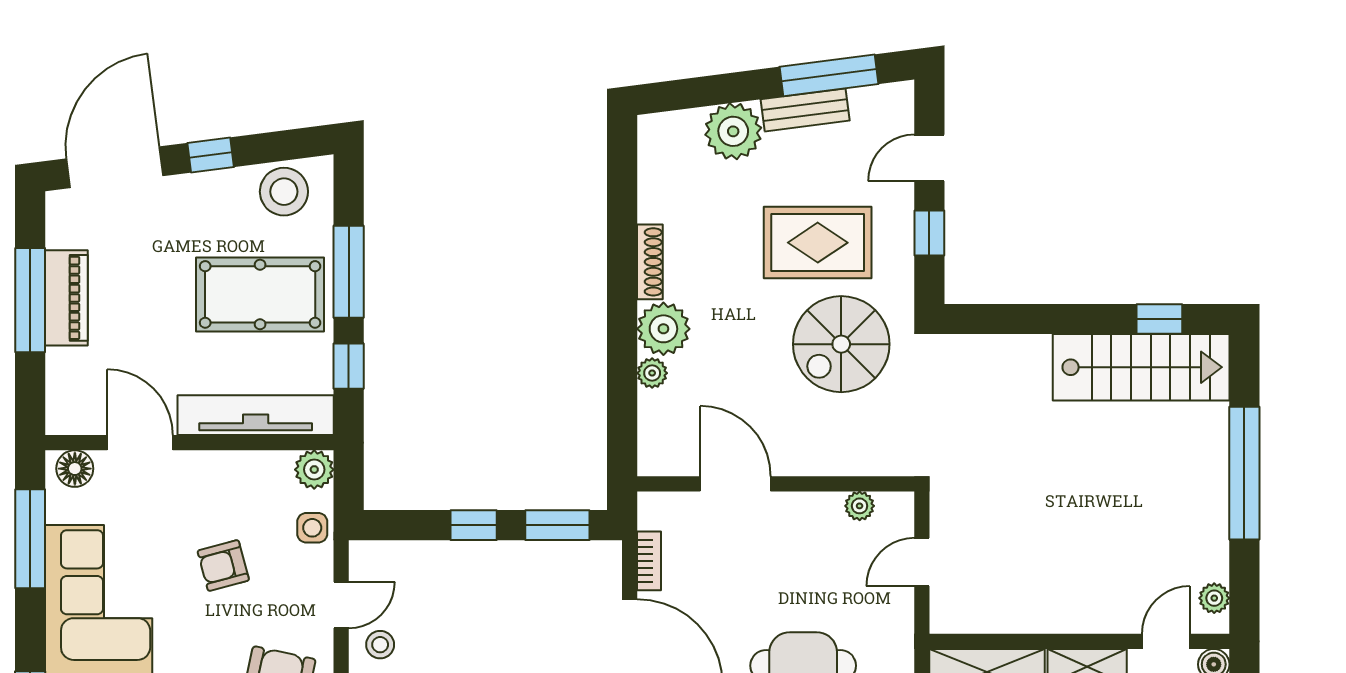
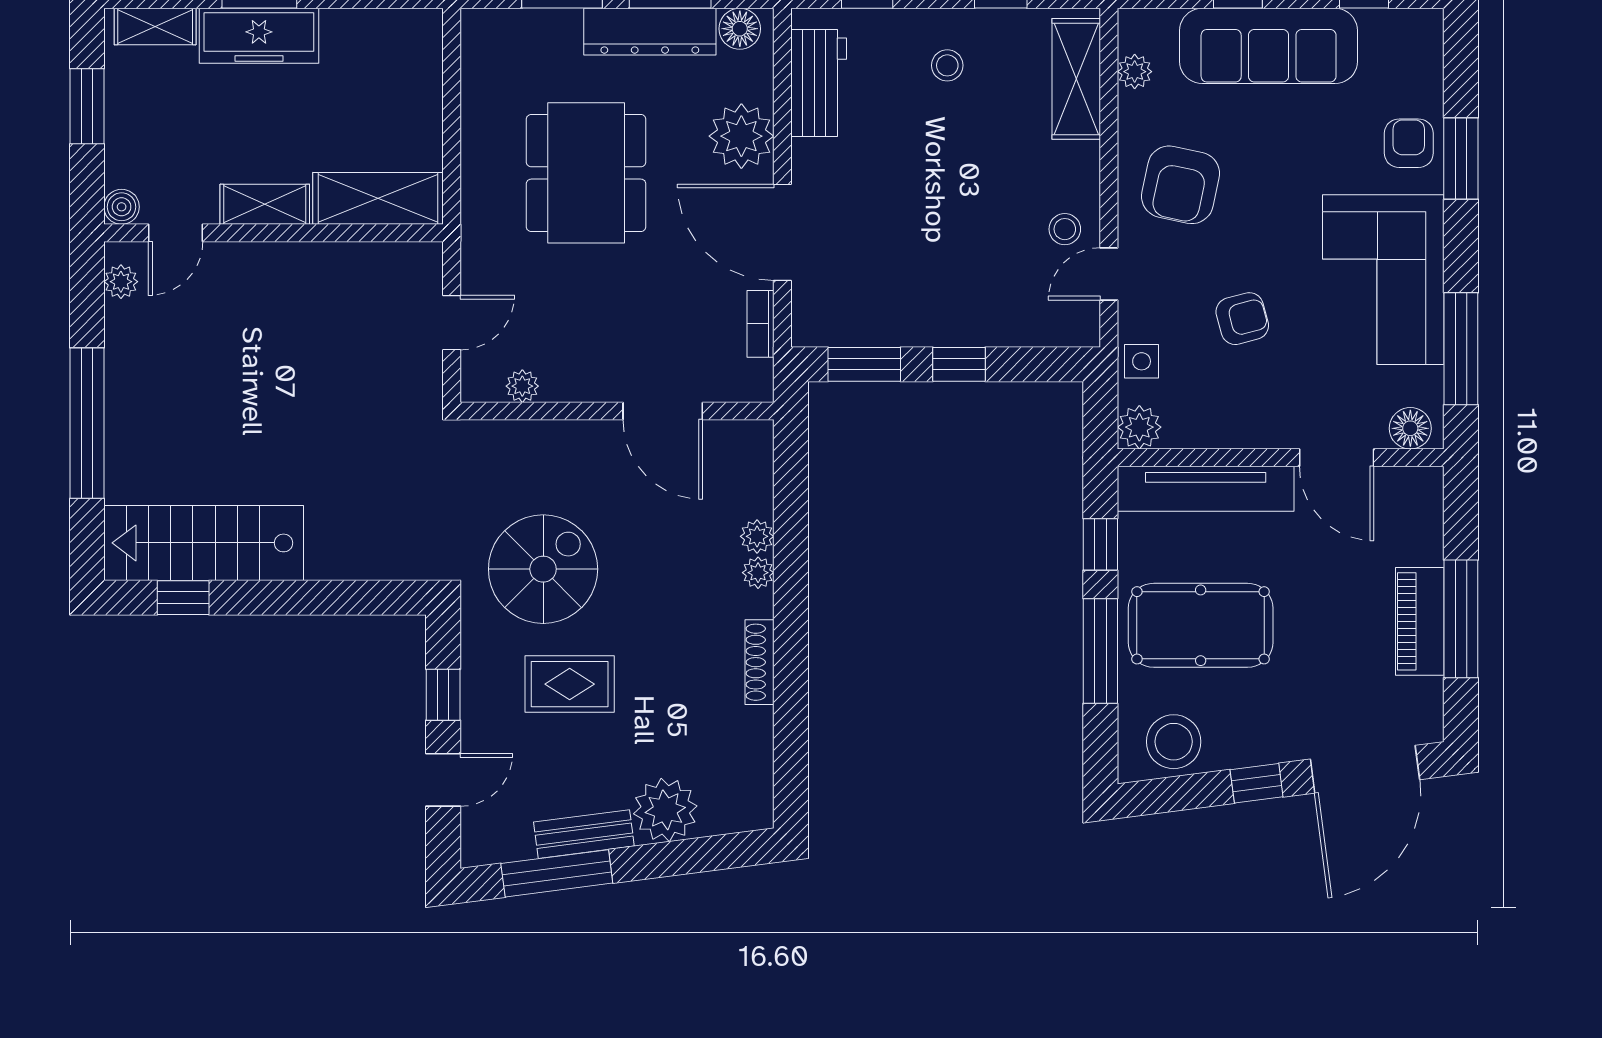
rug: (818, 243) -> (570, 684), width x0.73, depth x0.70
plant: (663, 329) -> (758, 573), width x0.53, depth x0.53

